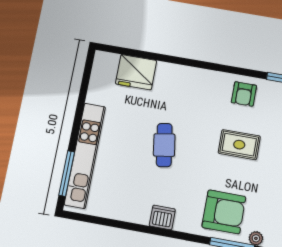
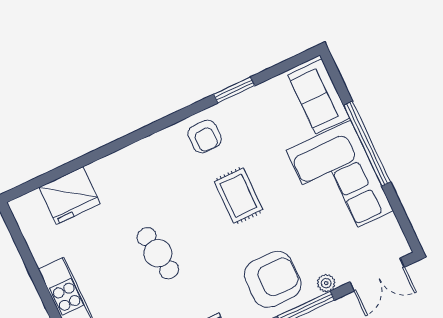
rug: (239, 145) -> (238, 196), turned 90

